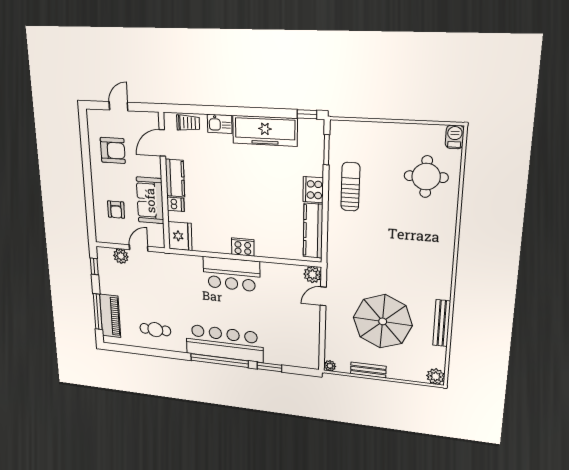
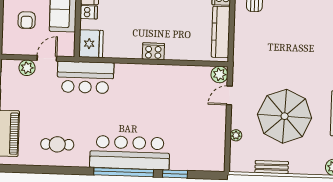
bar counter: (231, 274) -> (85, 77), moved
plant: (330, 366) -> (236, 135), moved

